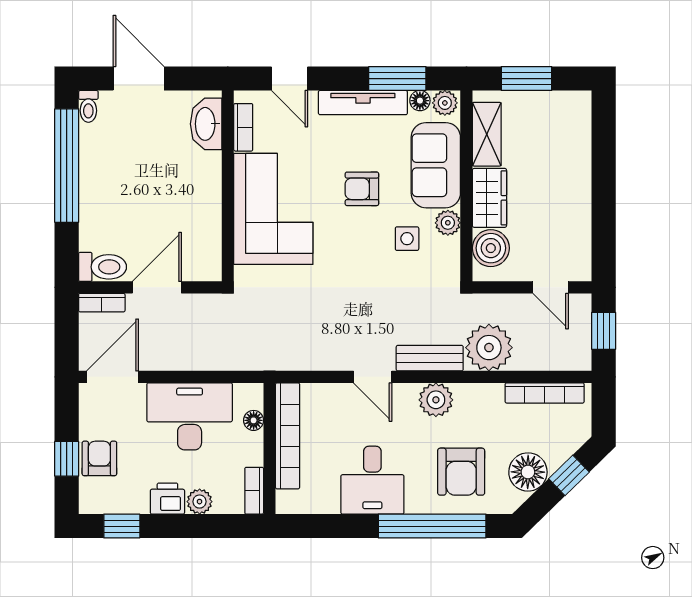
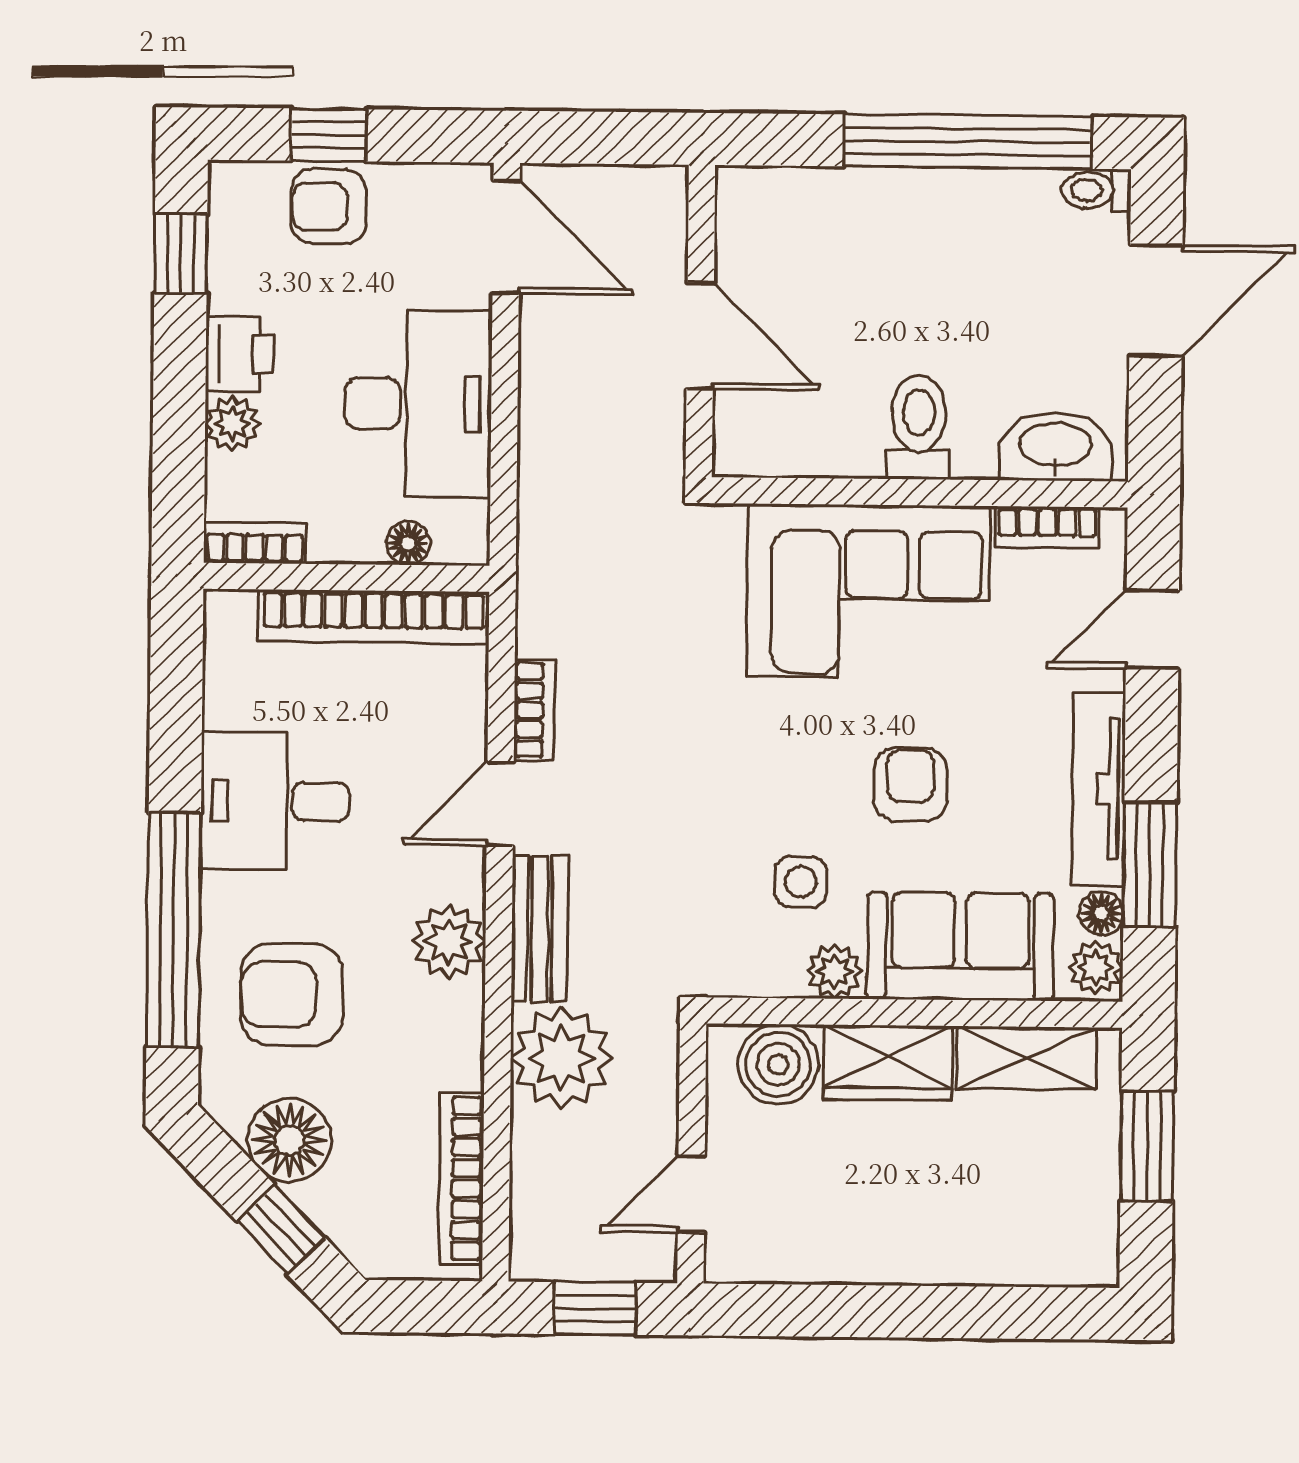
toilet: (103, 267) -> (919, 427), moved, turned 180
bookcase: (102, 303) -> (534, 710), moved, turned 180
armchair: (99, 458) -> (329, 206), turned 180

